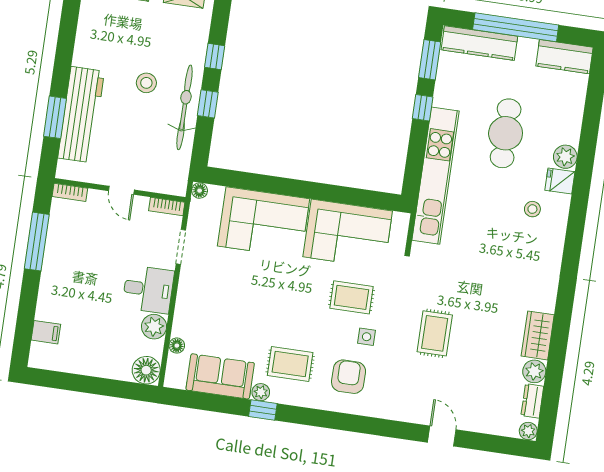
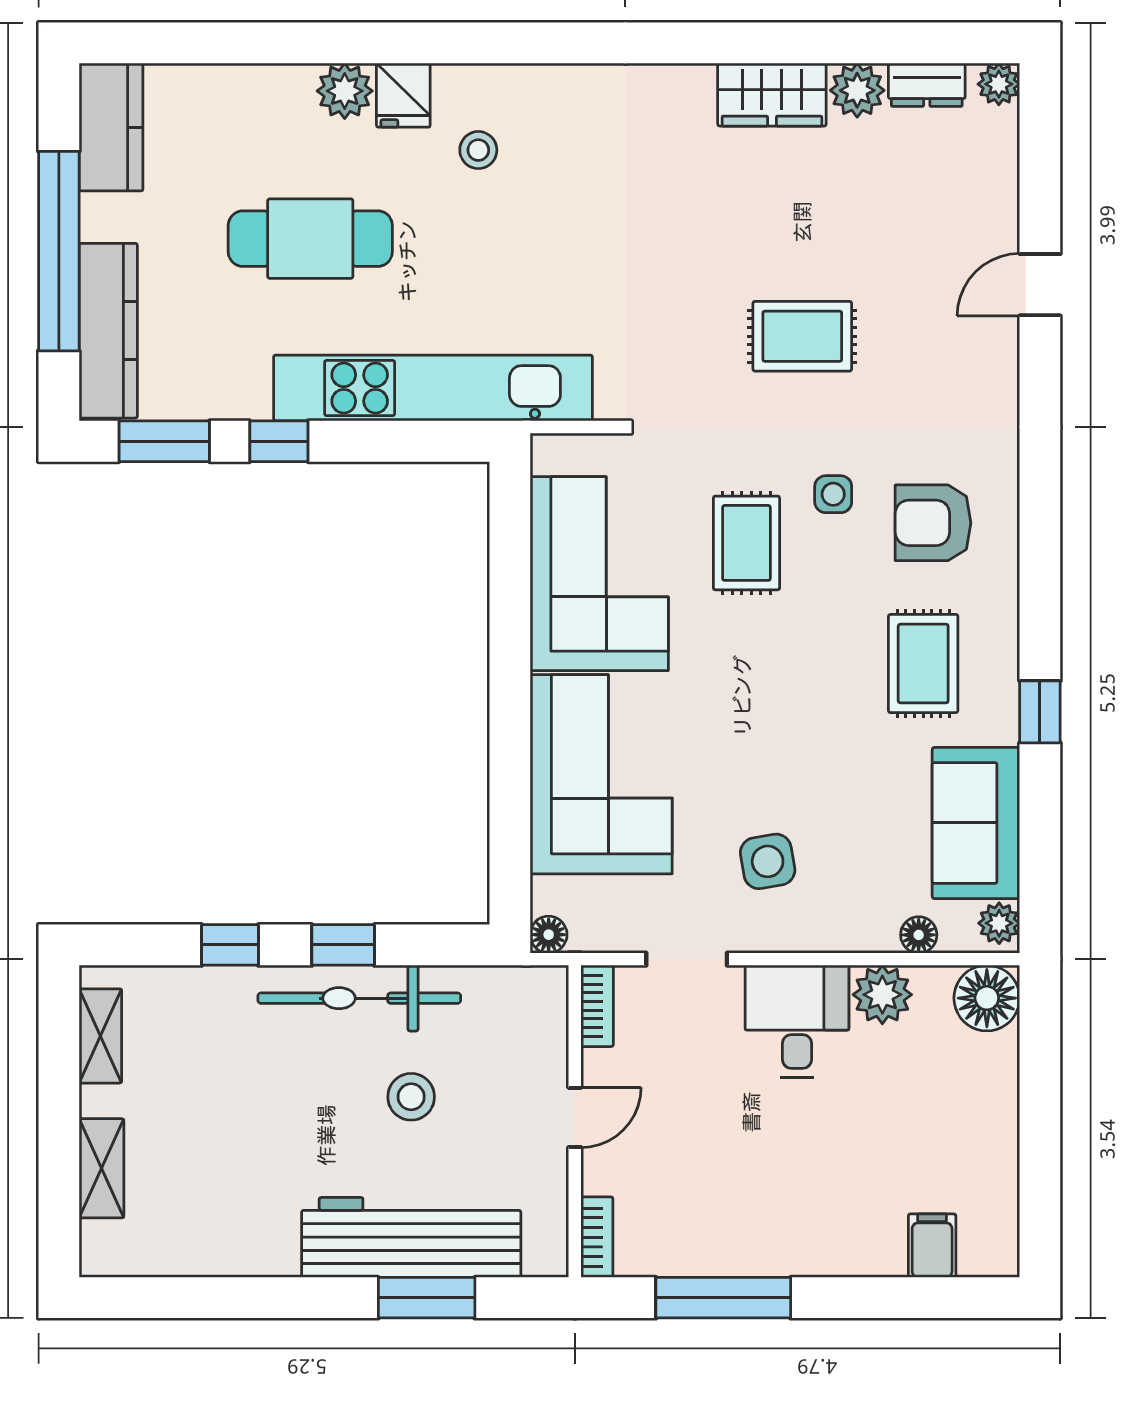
stool: (146, 83) -> (411, 1097), moved
side table: (217, 287) -> (768, 861), added
plant: (261, 392) -> (999, 923), moved

